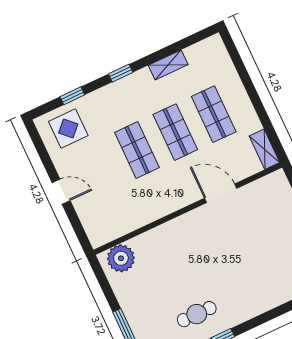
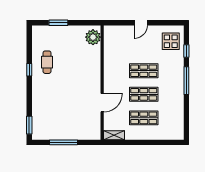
shelving: (168, 65) -> (179, 107), removed
window: (121, 73) -> (186, 81), width x2.17

